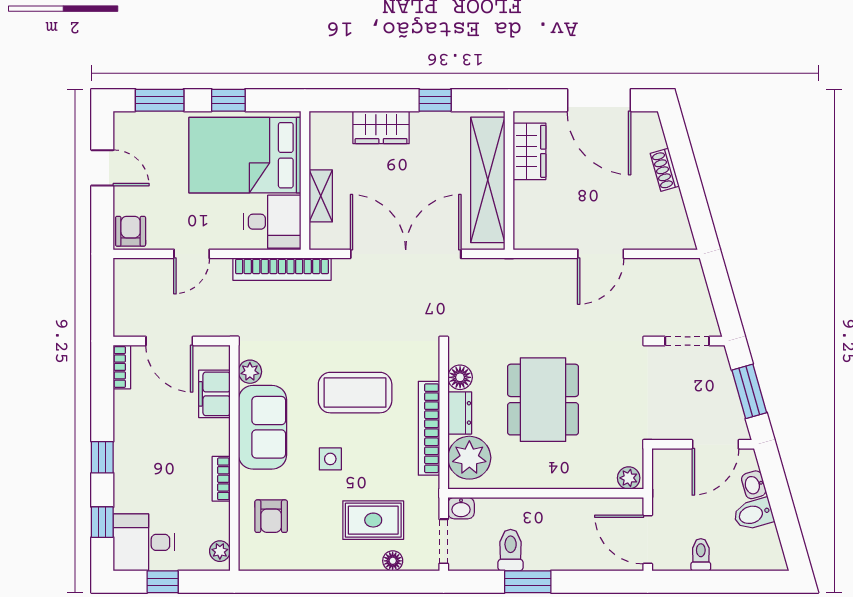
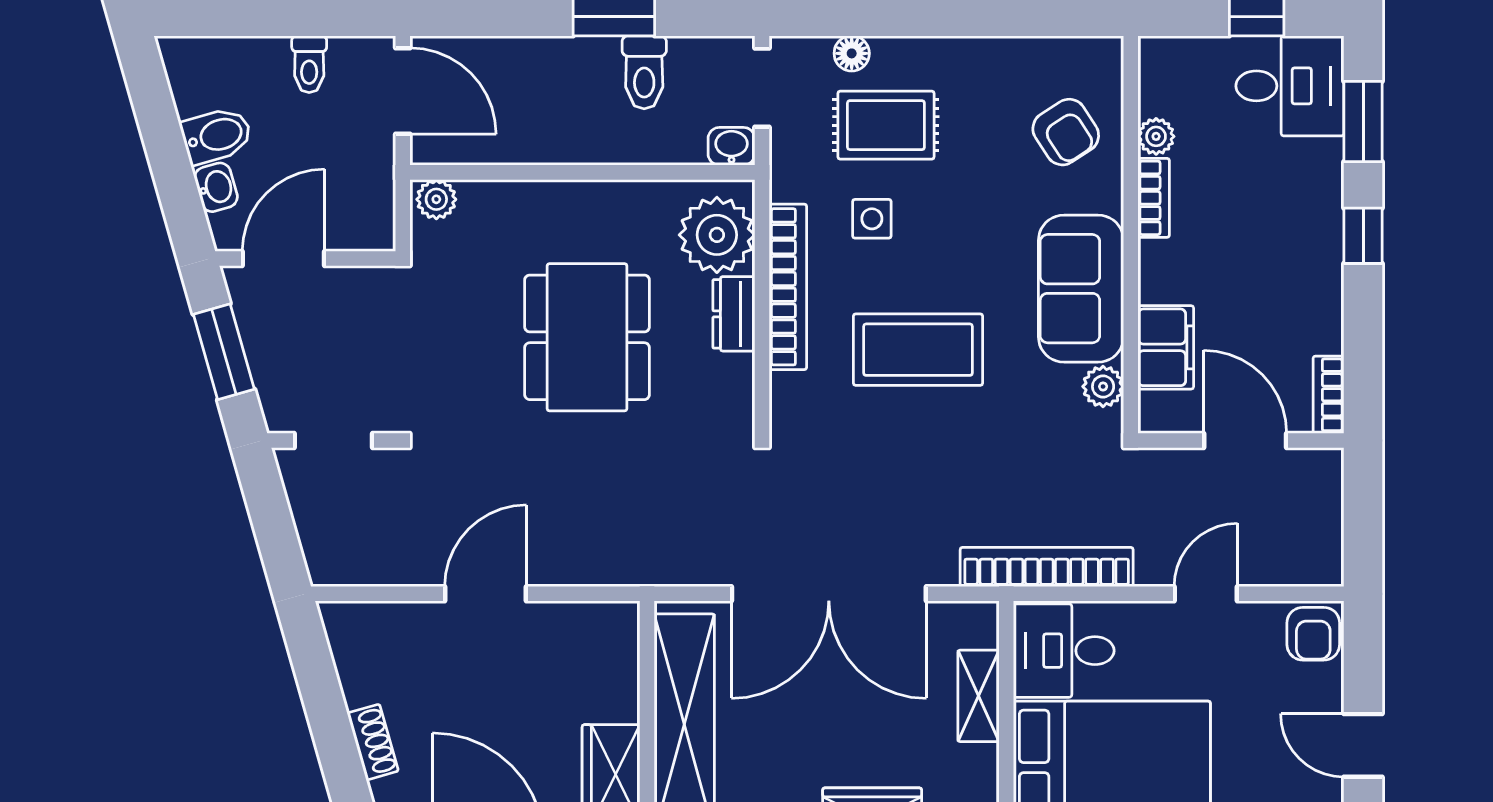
floor lamp: (460, 377) -> (733, 377), removed
side table: (330, 459) -> (872, 219), moved
armchair: (271, 516) -> (1066, 132), turned 147
window: (102, 522) -> (1363, 122), width x1.50
plant: (220, 551) -> (1156, 136), moved

